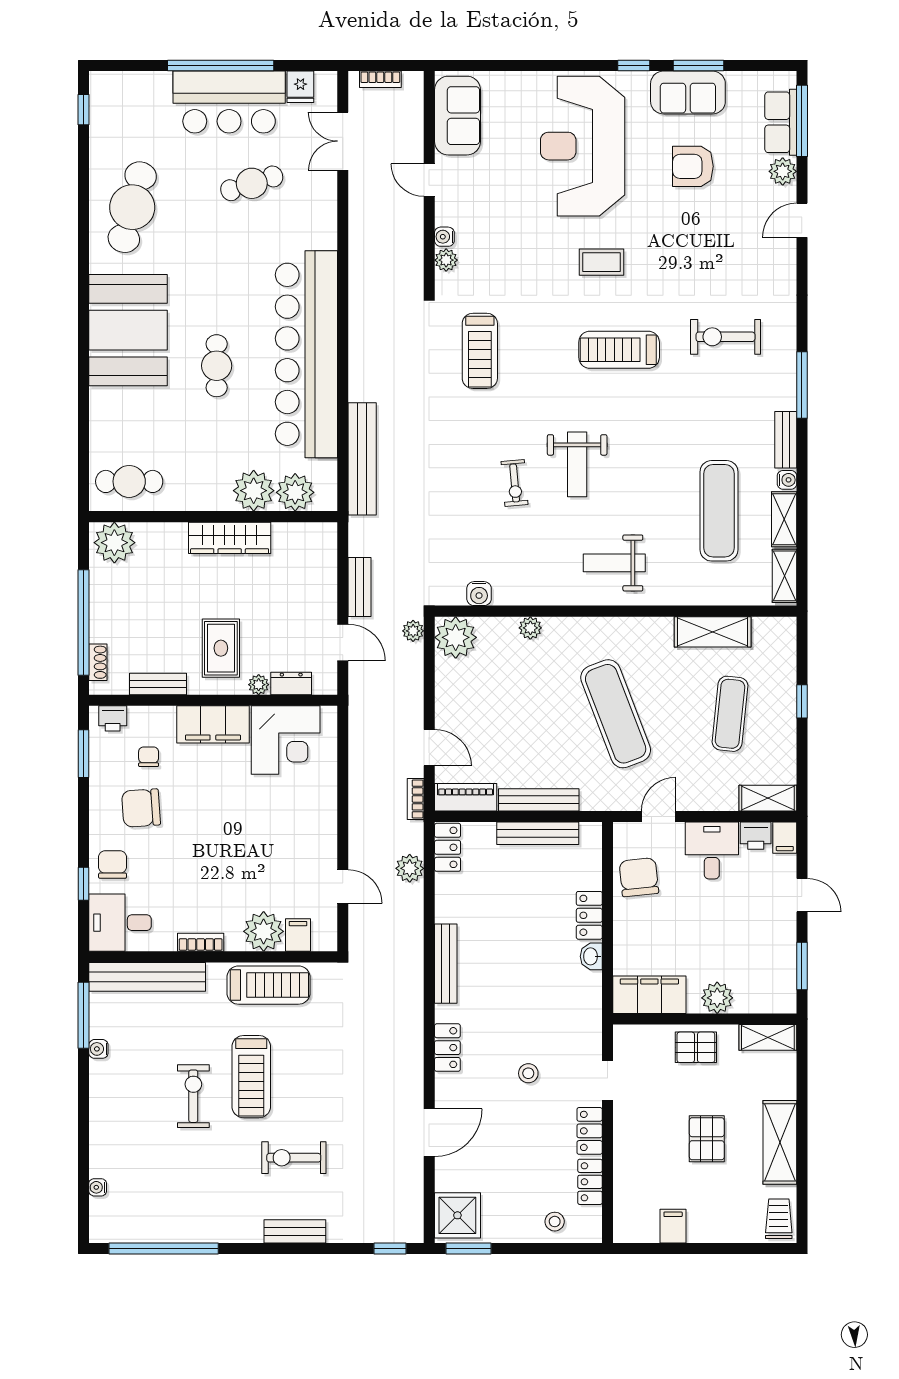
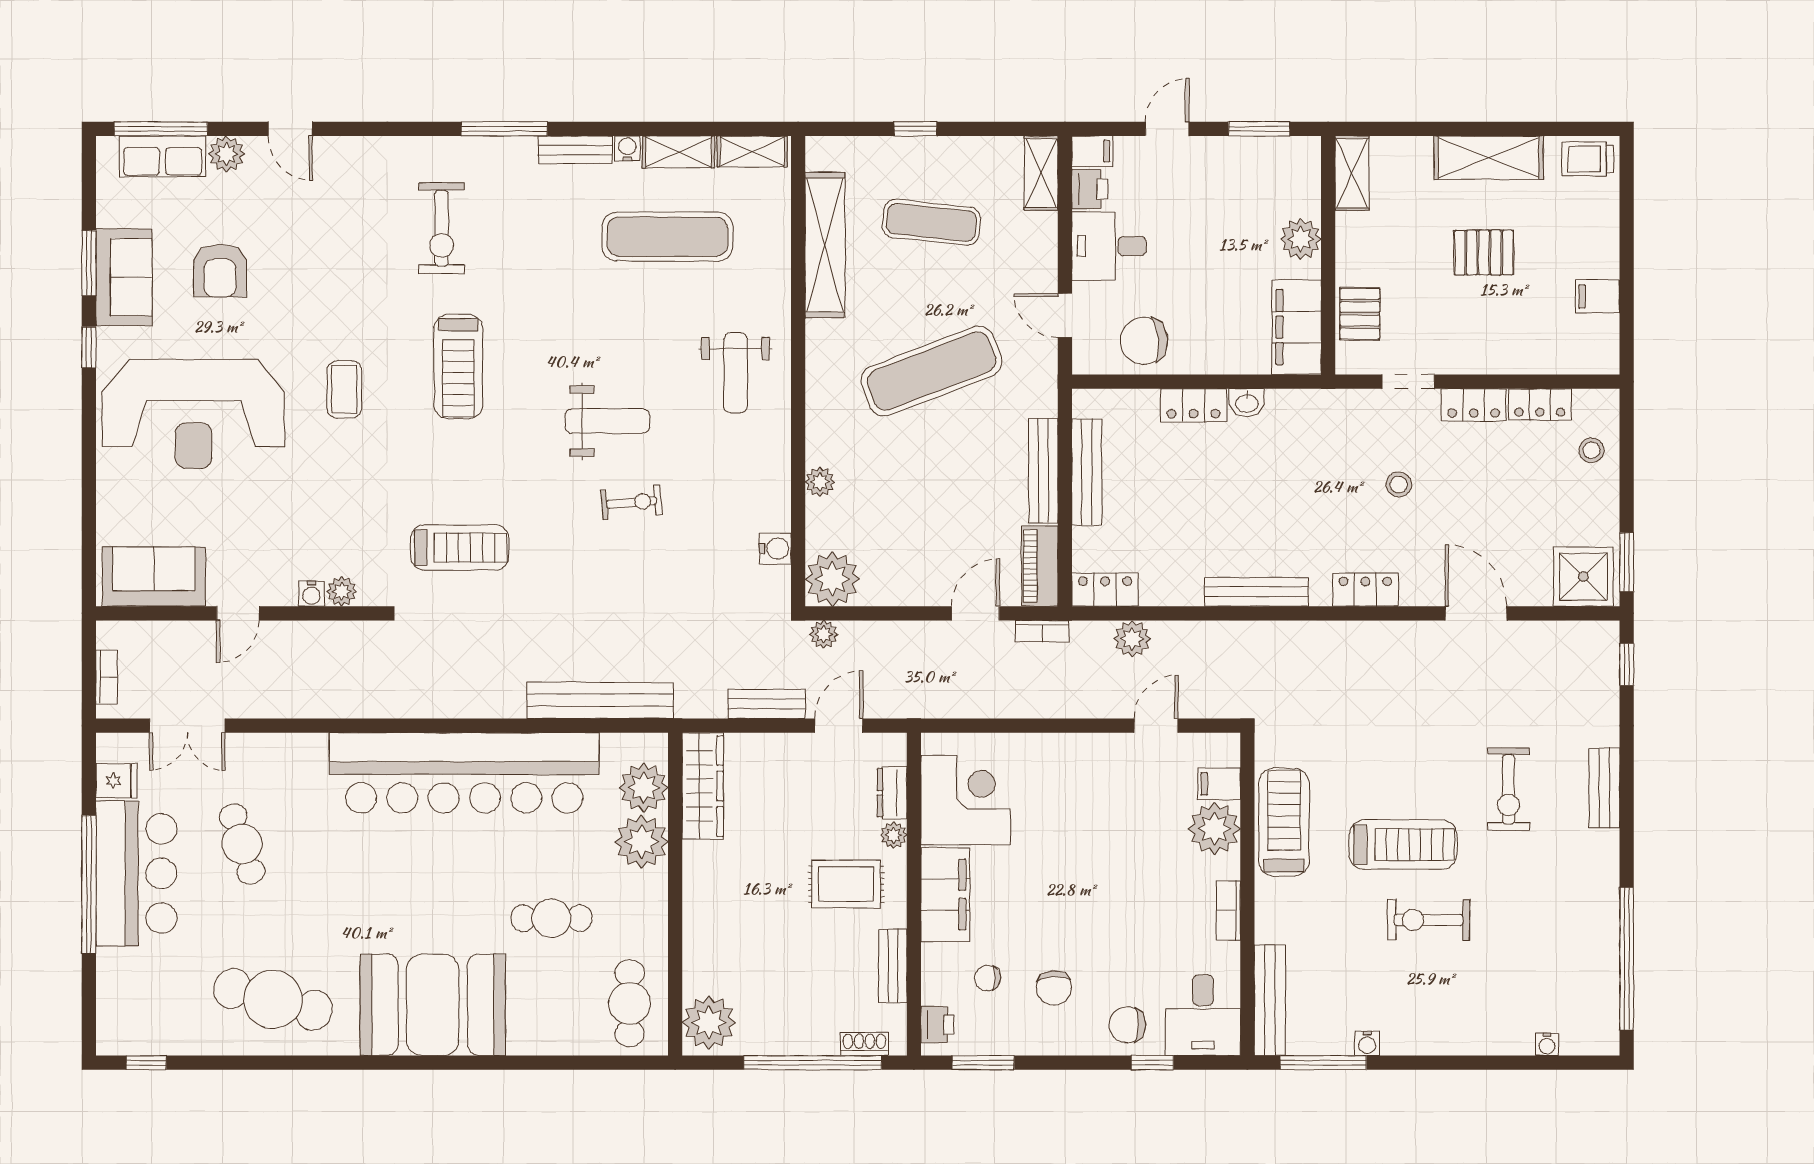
cafe table: (217, 366) -> (551, 918), moved
wardrobe: (230, 538) -> (703, 786), moved
shelving: (713, 632) -> (825, 245), width x1.47
chair: (141, 808) -> (1054, 988), width x0.73, depth x0.73
bench: (147, 977) -> (1270, 1000), width x0.73, depth x0.82
pallet: (696, 1047) -> (1360, 314), moved

